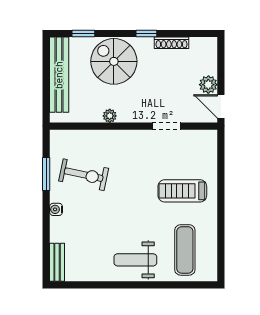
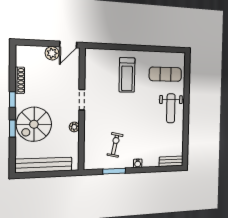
window: (83, 33) -> (12, 128), moved
doorway: (166, 126) -> (82, 100), moved
exercise bike: (84, 175) -> (115, 145), width x0.73, depth x0.72

